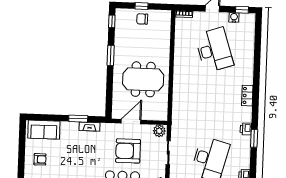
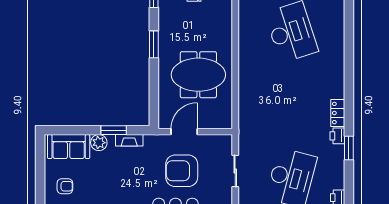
locker: (247, 96) -> (338, 113), moved
plant: (159, 131) -> (99, 143), moved

